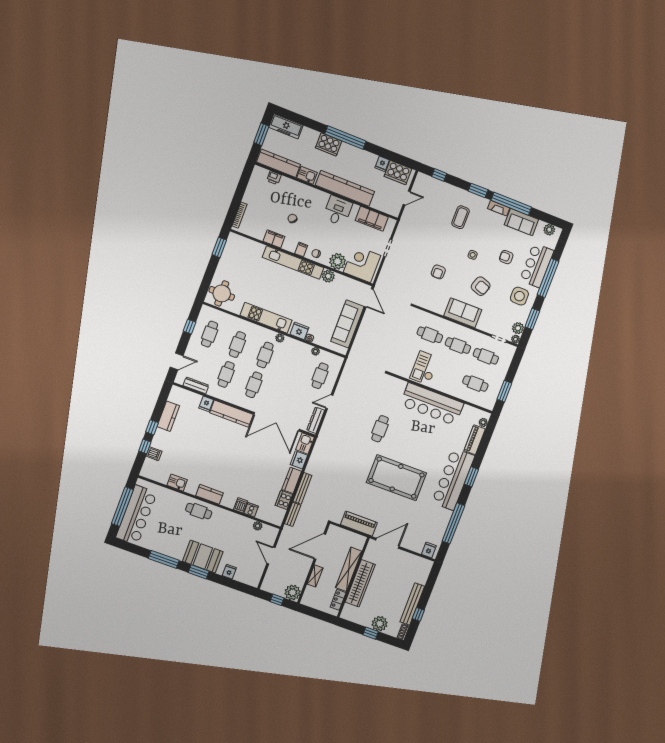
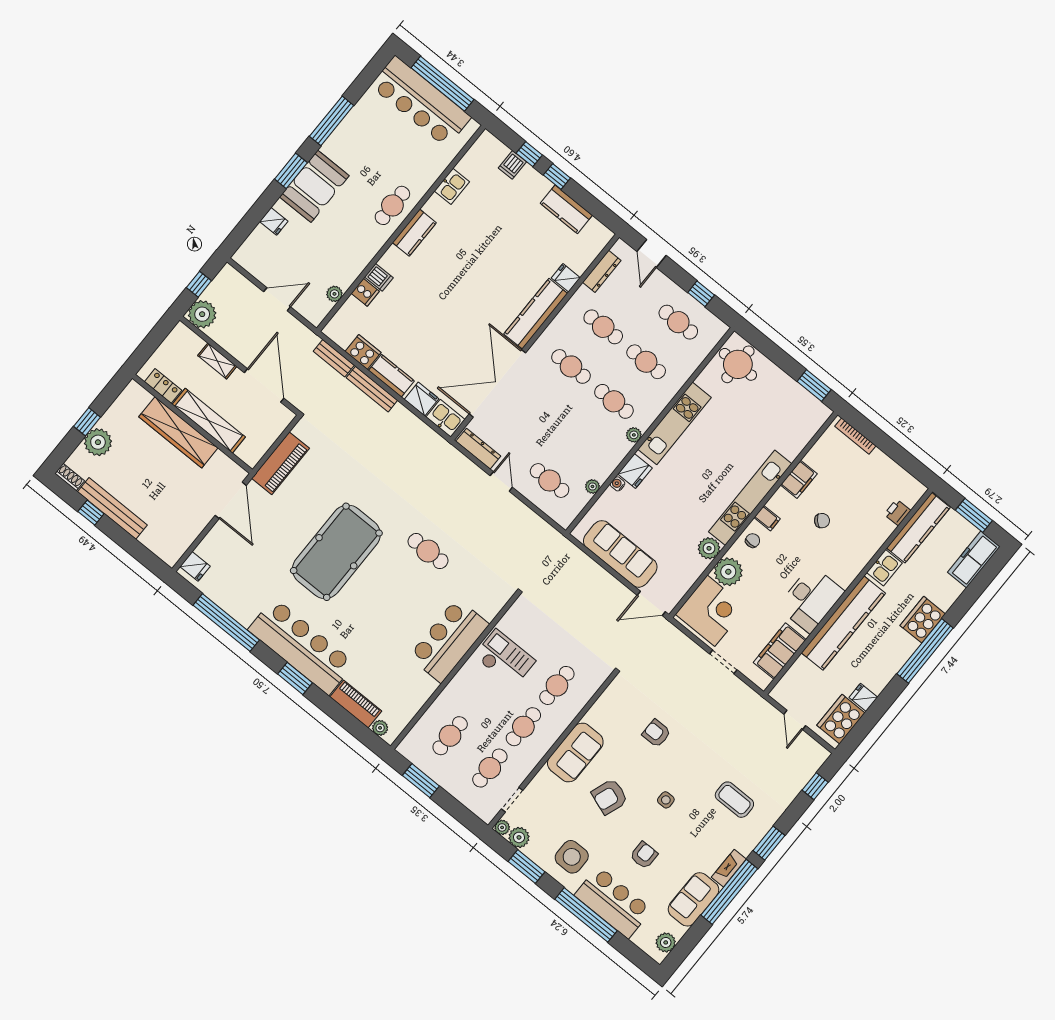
desk: (338, 211) -> (811, 599), width x1.37
bar counter: (432, 404) -> (449, 640), width x0.73

